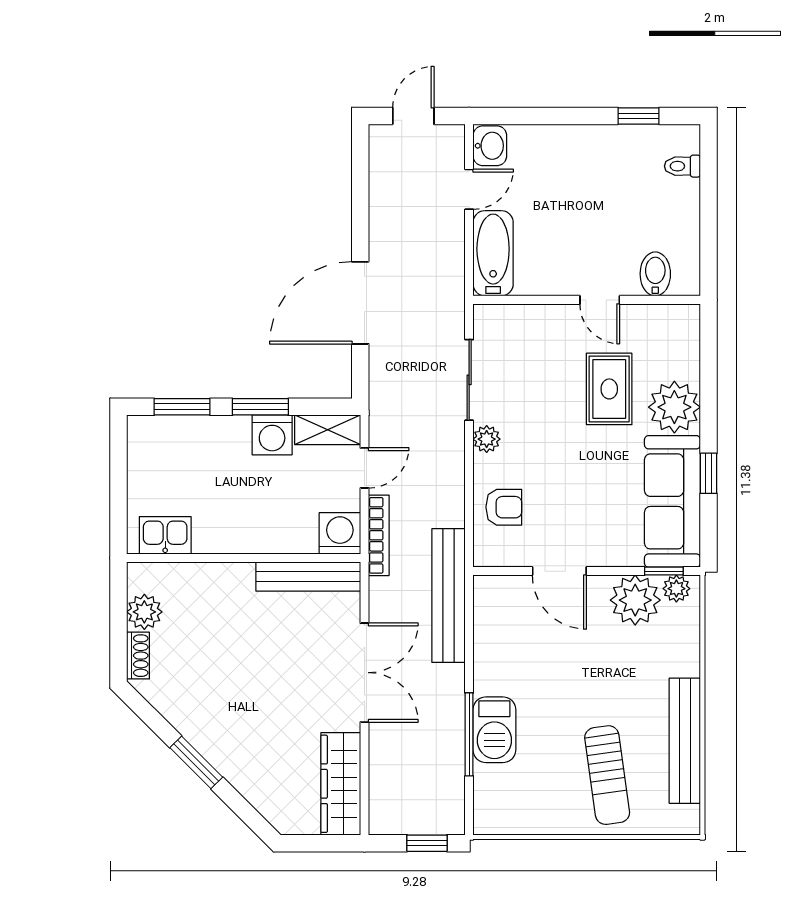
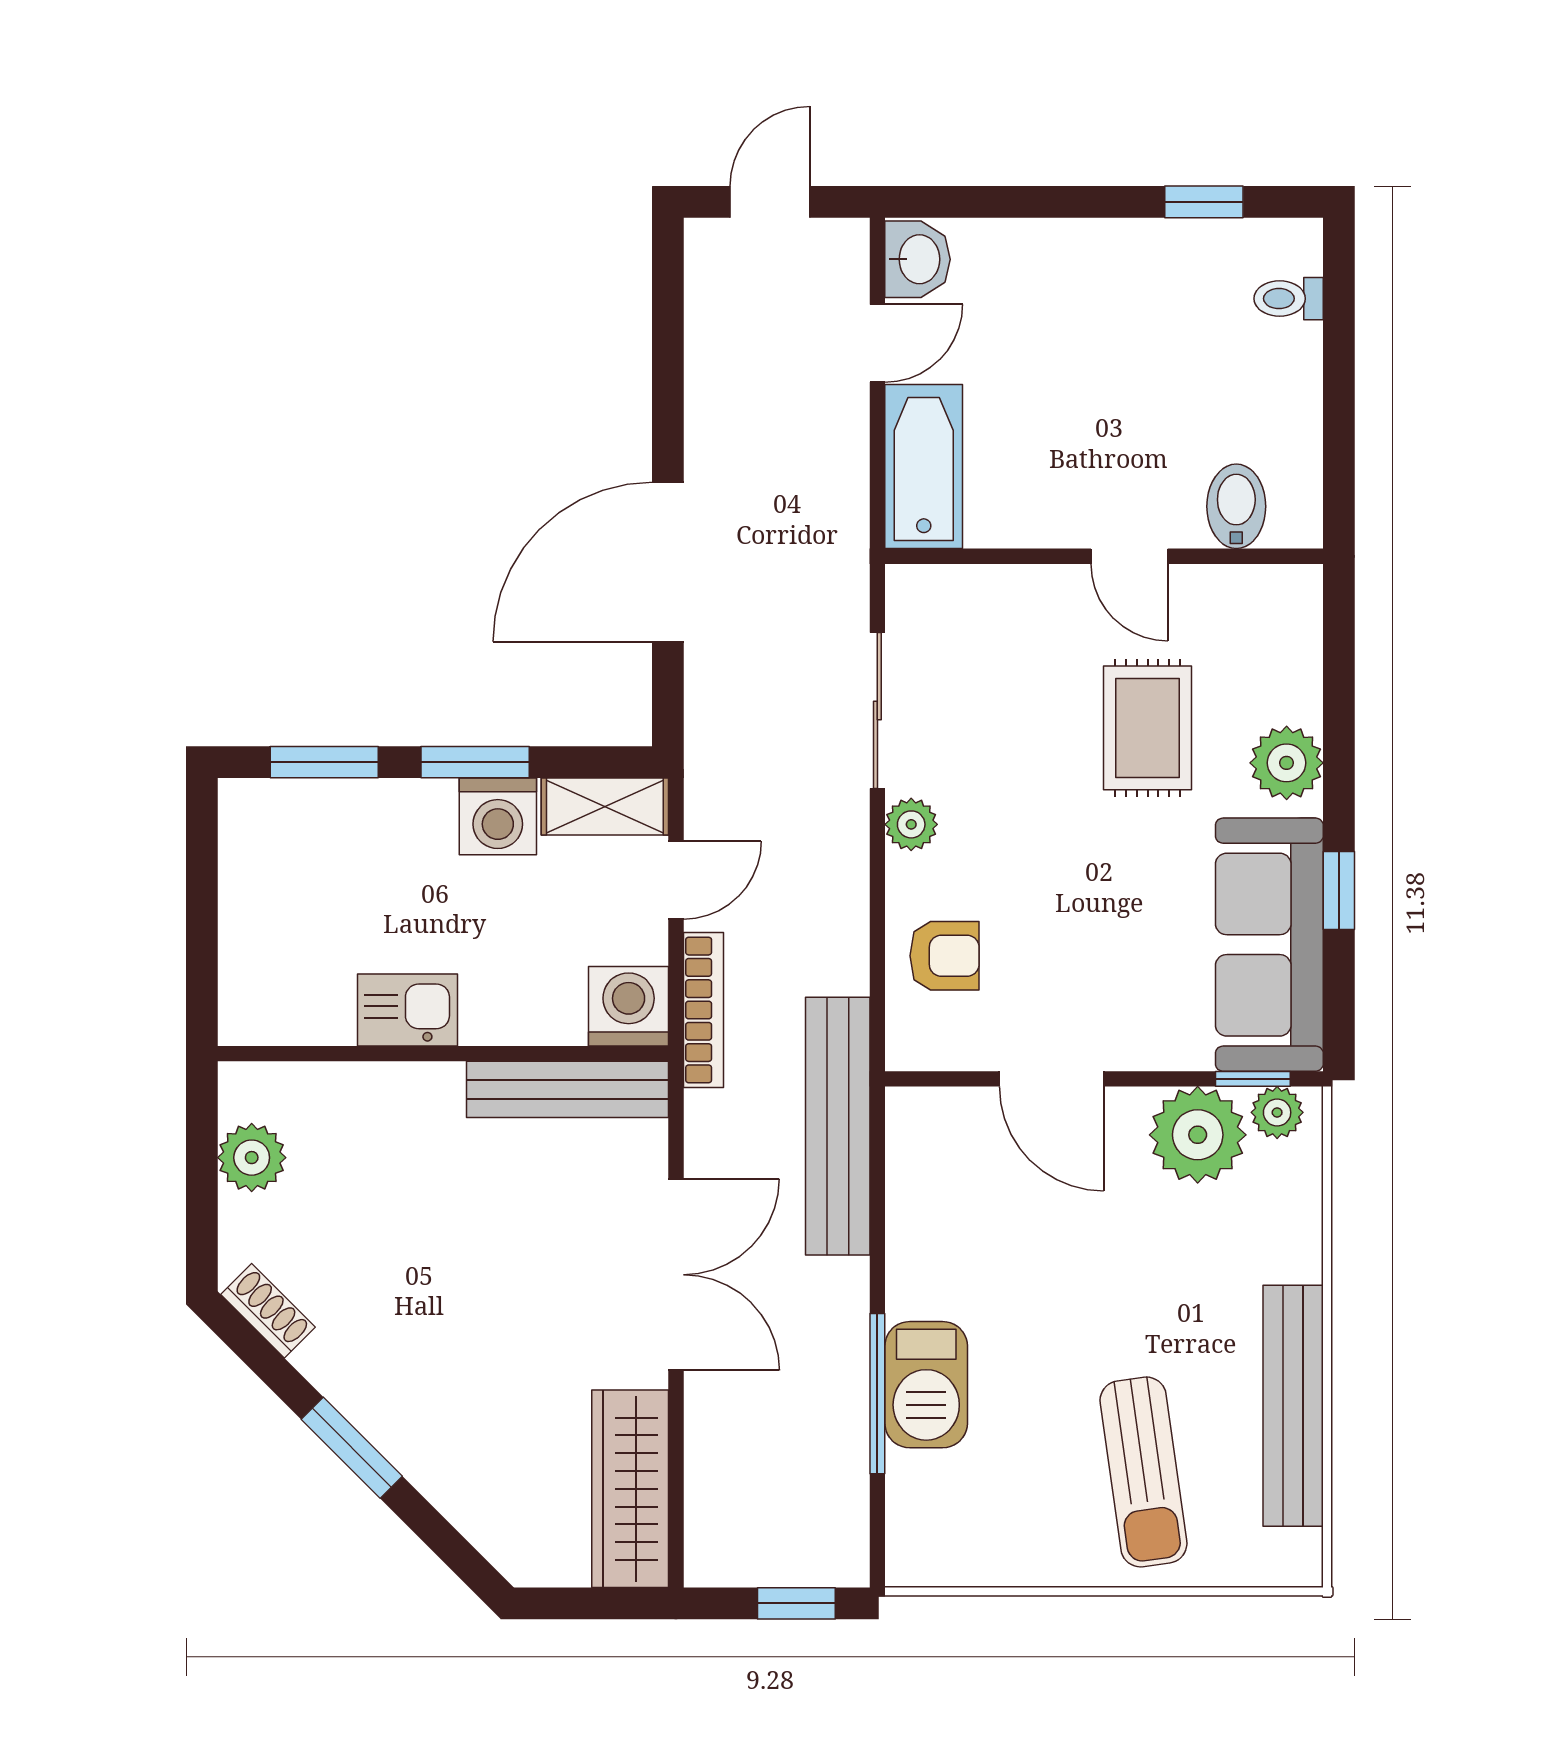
plant: (674, 407) -> (1287, 763), width x0.73, depth x0.73
kitchen sink: (165, 535) -> (408, 1010), moved
shoe rack: (138, 656) -> (268, 1311), moved, turned -45

